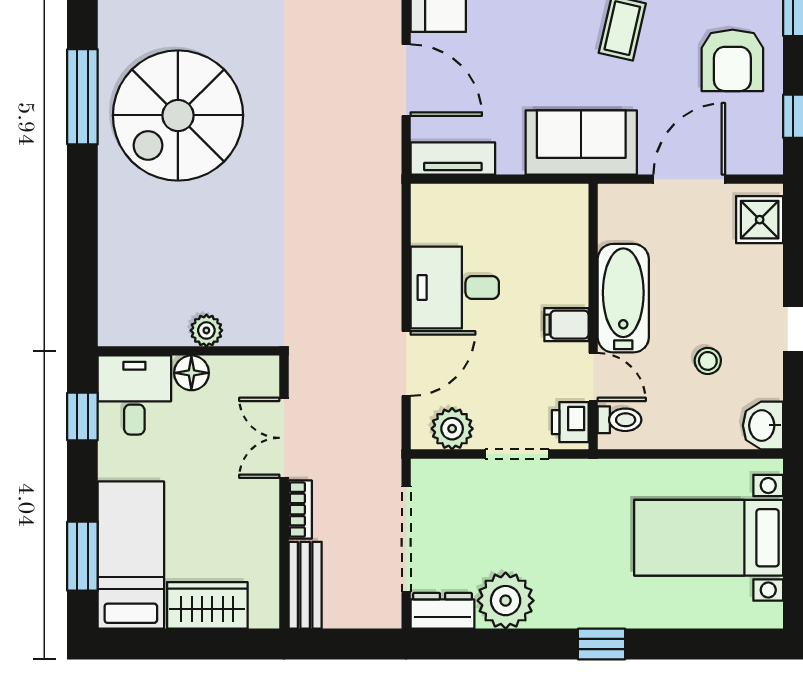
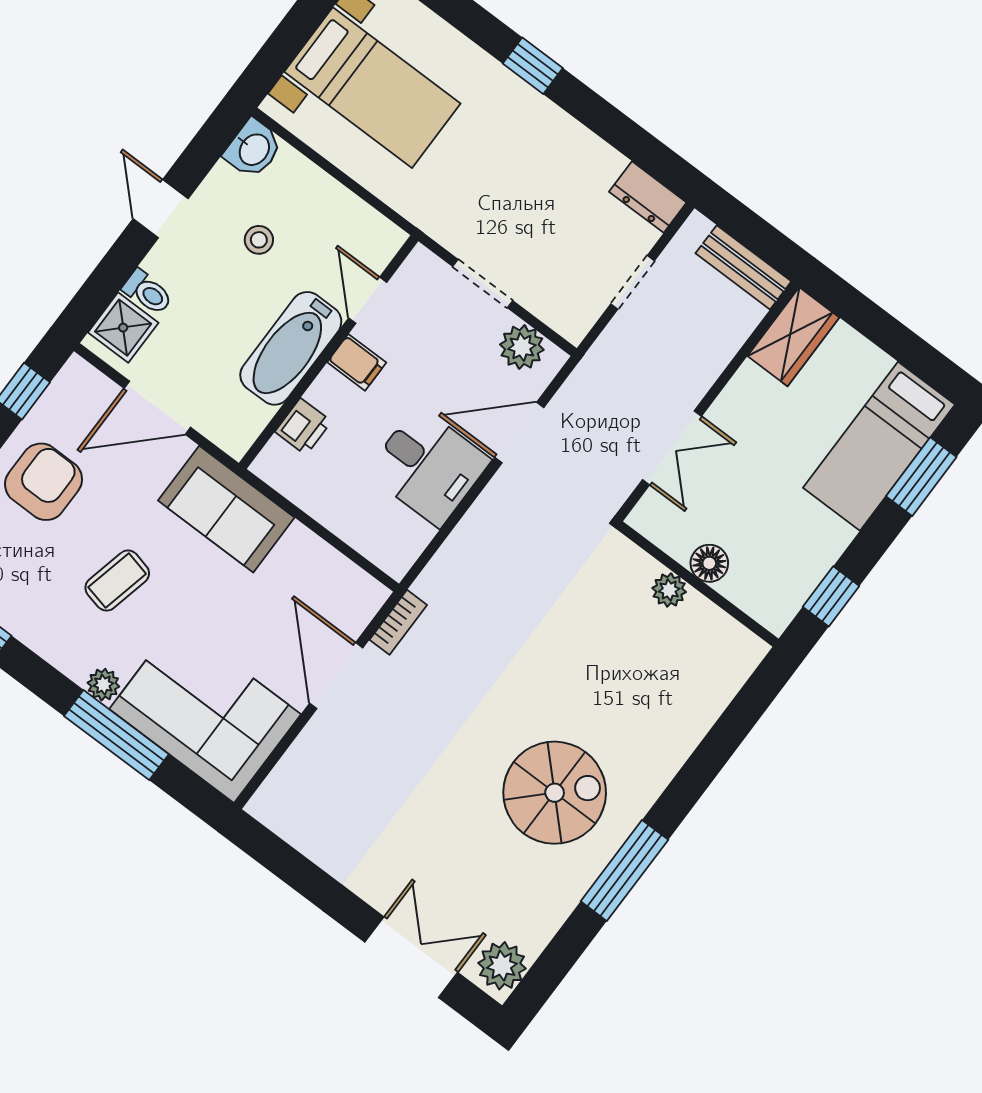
spiral stairs: (178, 115) -> (555, 793), width x0.73, depth x0.73
tv unit: (453, 158) -> (347, 578), removed
desk: (134, 395) -> (773, 581), removed
toilet: (619, 420) -> (148, 292), moved, turned 180
printer: (570, 422) -> (303, 427), moved
bookcase: (300, 510) -> (398, 622), moved, turned 180
doorway: (406, 539) -> (633, 282), width x0.53
bench: (305, 585) -> (743, 267), moved, turned 90
plant: (506, 601) -> (587, 165), removed
wardrobe: (207, 605) -> (793, 337), moved, turned -90

